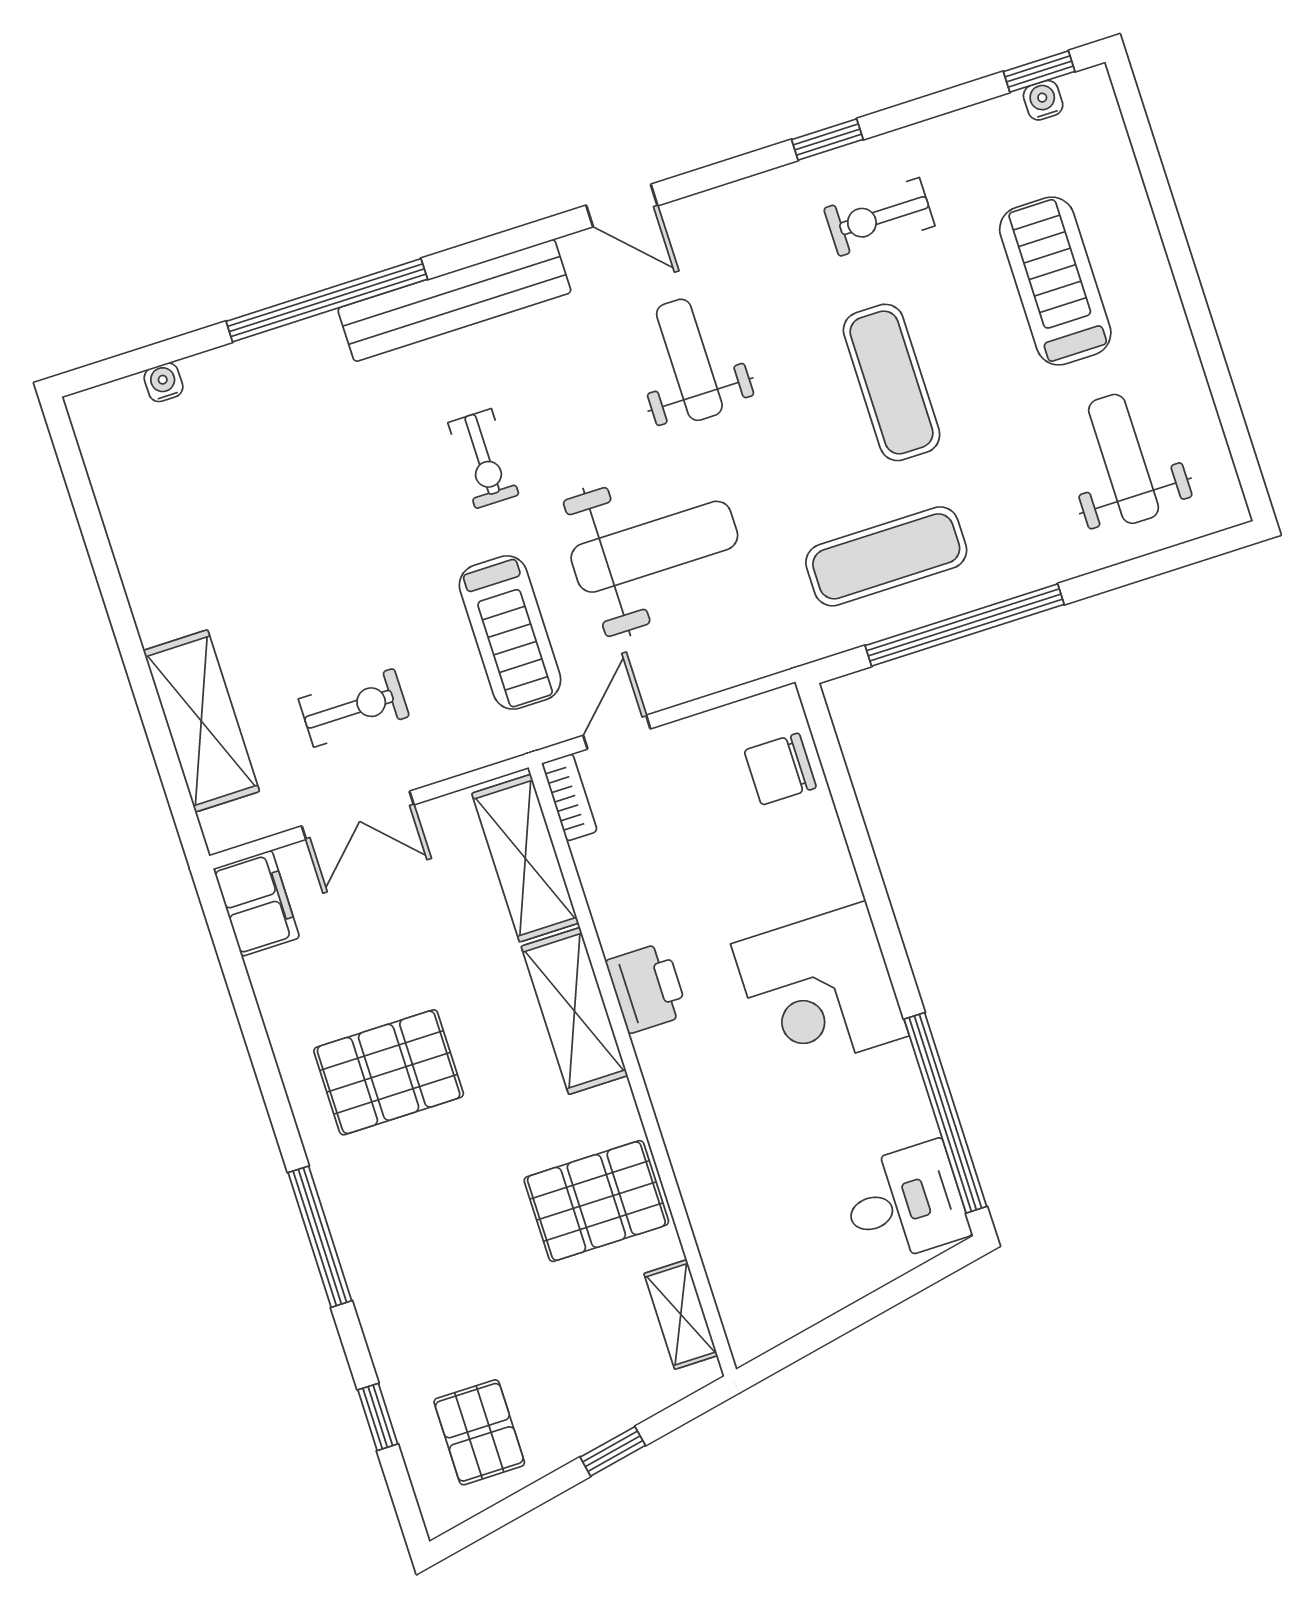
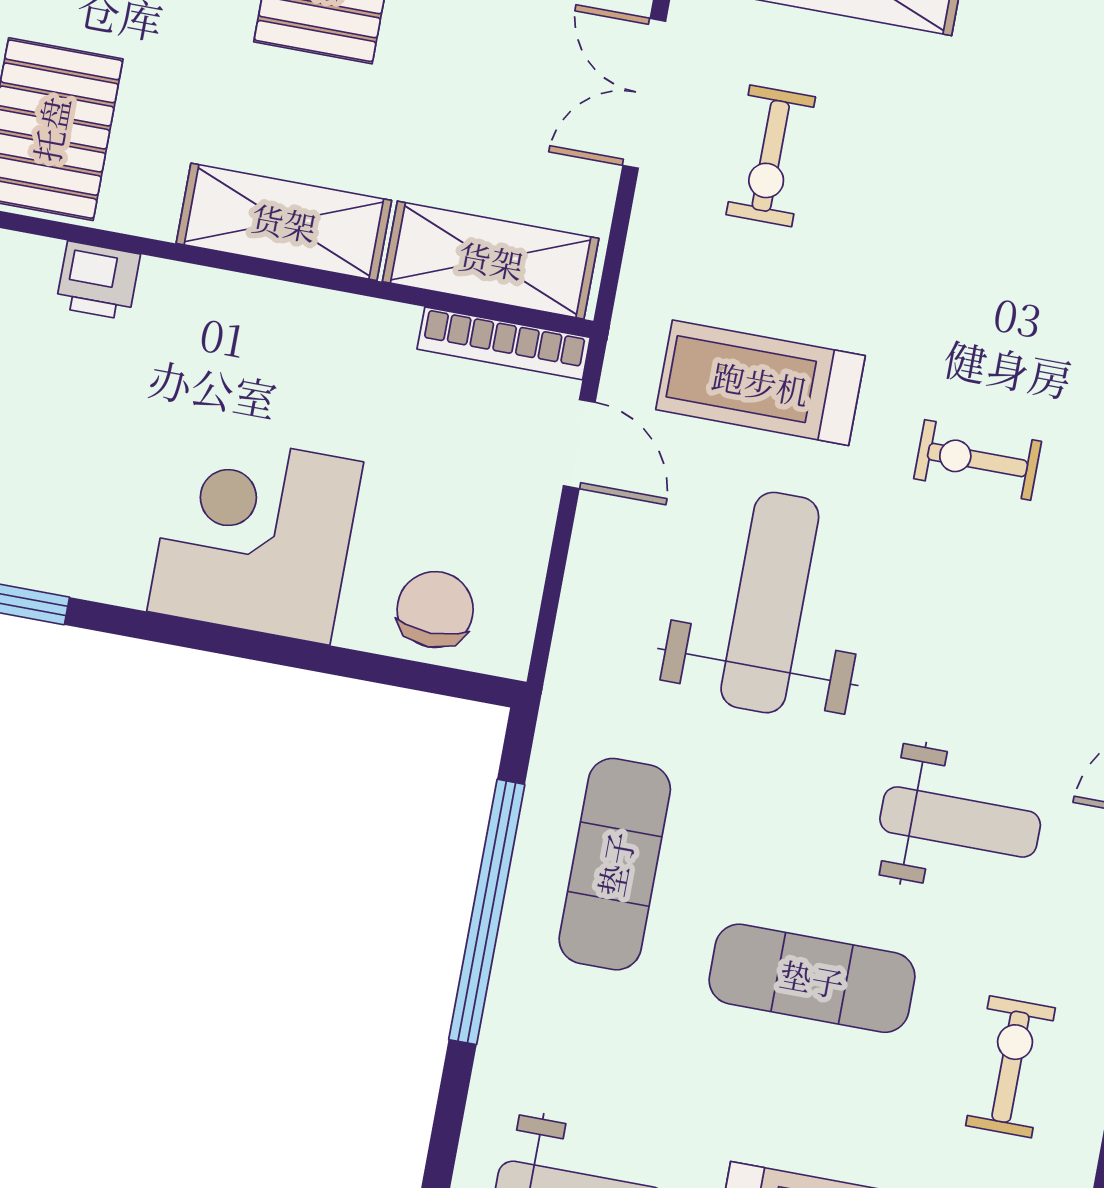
weight bench: (689, 360) -> (960, 822), moved
weight bench: (654, 547) -> (770, 603), turned 180
bookcase: (569, 797) -> (504, 343), width x1.56
printer: (647, 988) -> (98, 281), moved, width x0.73, depth x0.81
corner desk: (820, 990) -> (255, 537), moved

